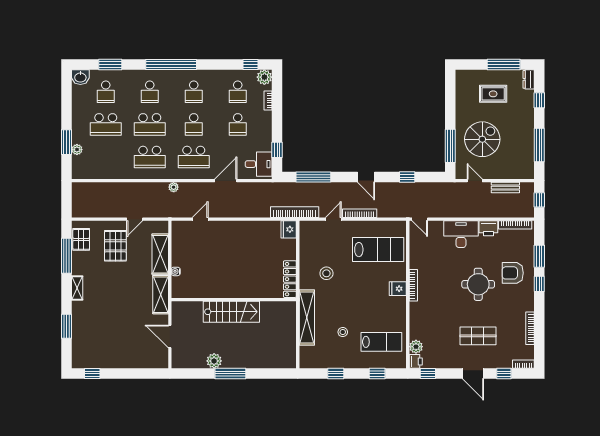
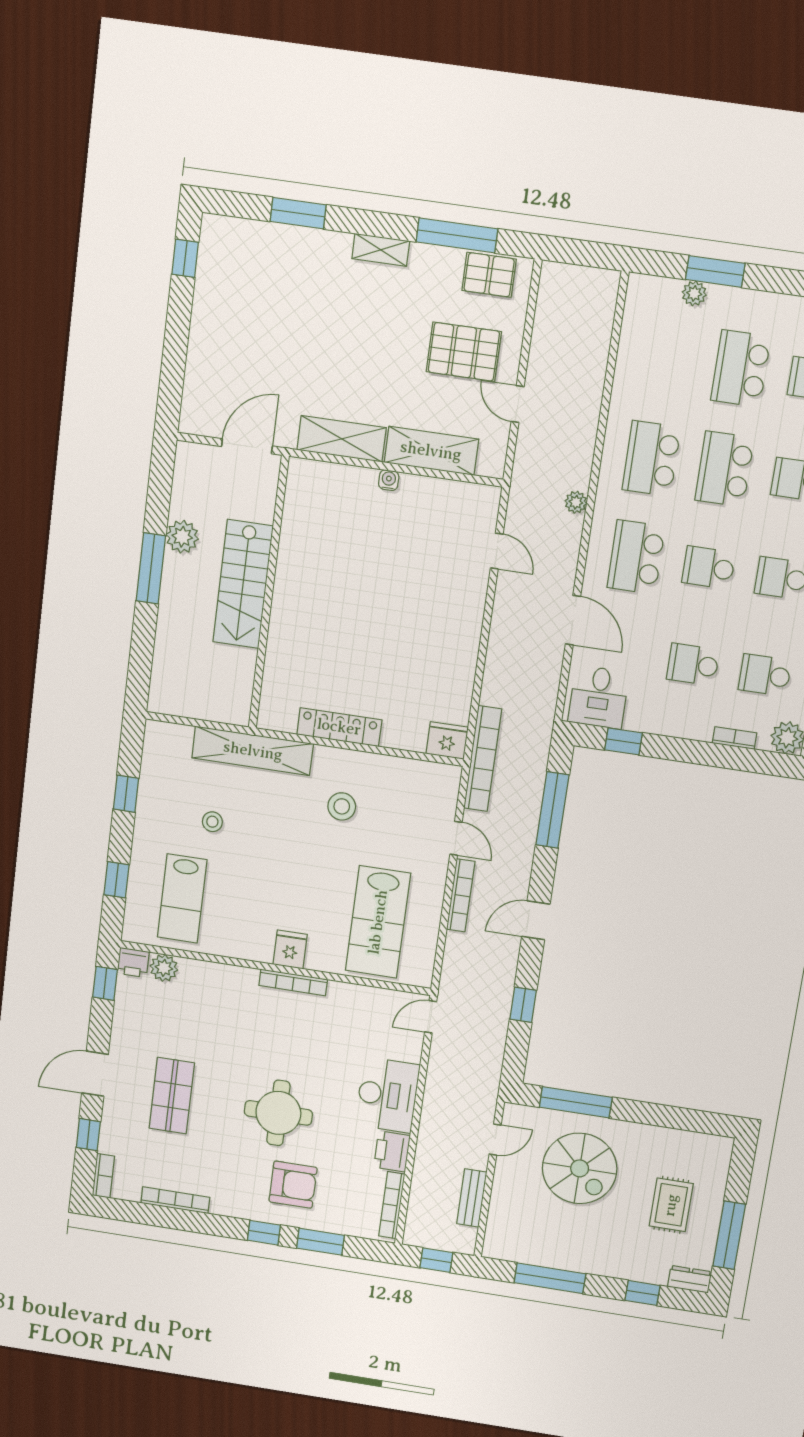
armchair: (513, 273) -> (293, 1185), turned 90
wall: (234, 300) -> (269, 593), moved
stairs: (231, 312) -> (243, 584), moved

